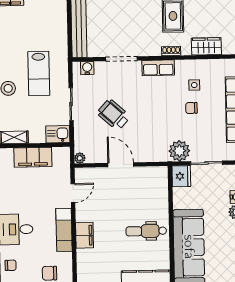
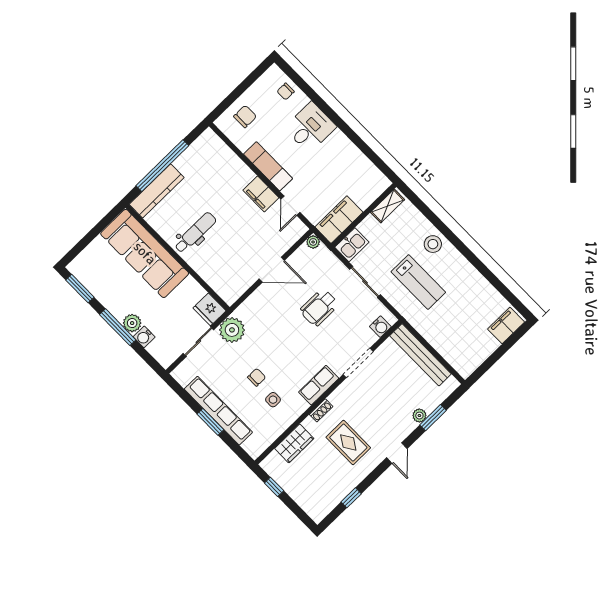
lab bench: (39, 74) -> (418, 282), turned 180
wheelchair: (114, 115) -> (319, 308), turned 138
filing cabinet: (33, 157) -> (339, 220), moved
filing cabinet: (85, 235) -> (261, 194), moved

